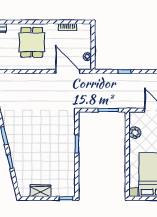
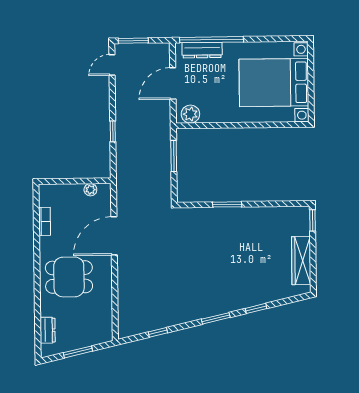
door: (68, 71) -> (114, 236), moved
plant: (135, 133) -> (190, 114), moved
wardrobe: (40, 191) -> (301, 261), width x1.50

